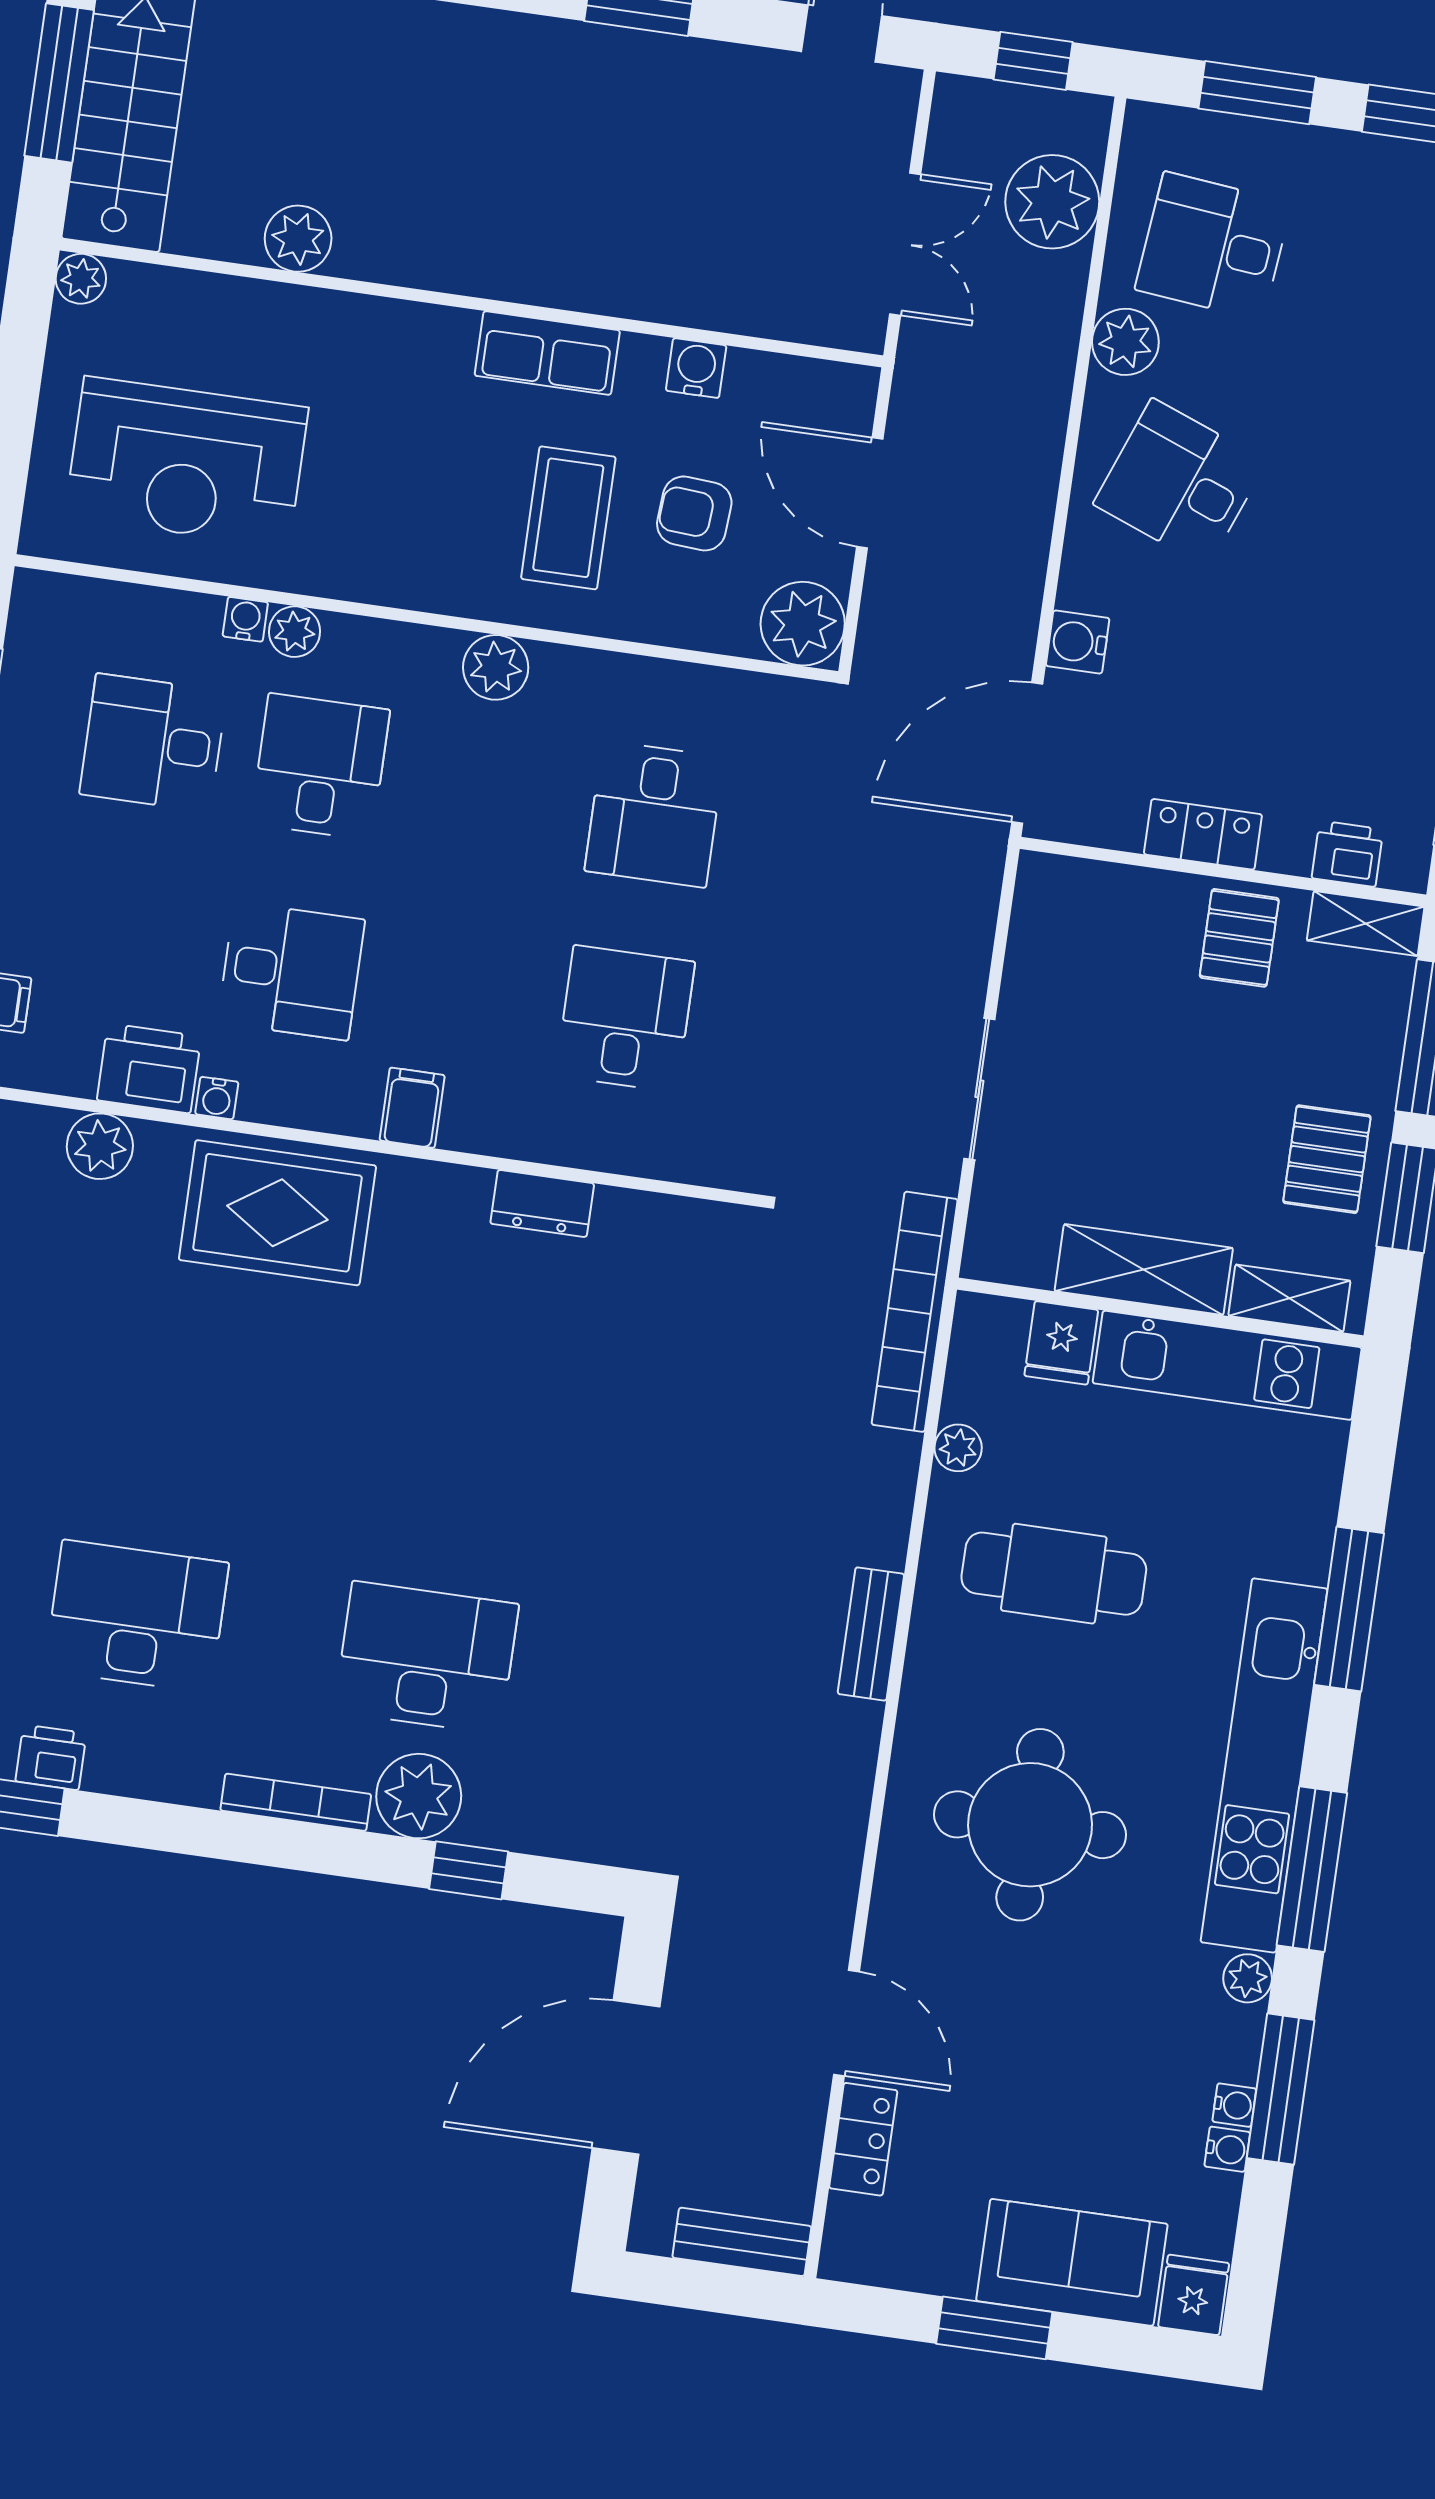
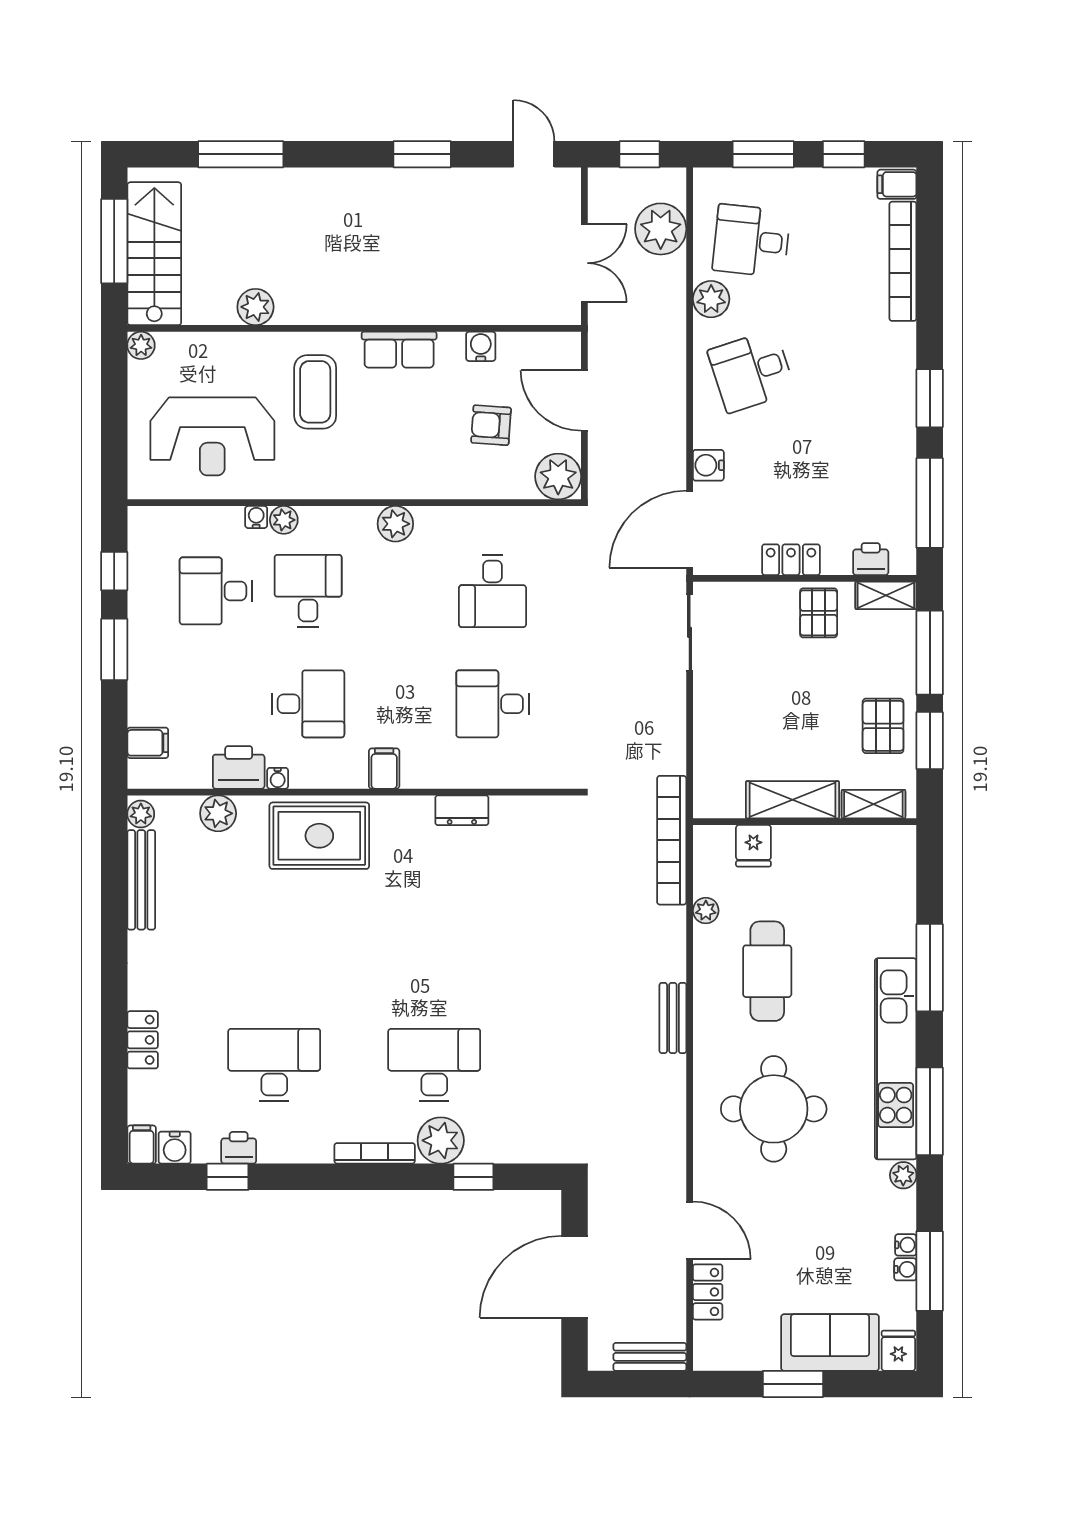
desk: (1180, 483) -> (751, 371), turned -39
coffee table: (568, 518) -> (315, 392), moved
desk: (625, 1019) -> (493, 704), turned -90
sliding door: (979, 1089) -> (690, 632), moved
kitchen unit: (1227, 1365) -> (845, 845), removed
cafe table: (1054, 1574) -> (767, 971), turned 90
window: (1281, 2089) -> (930, 1271), moved

